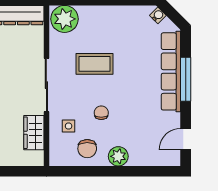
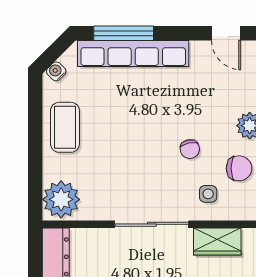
coffee table: (95, 64) -> (65, 127), moved
window: (186, 79) -> (124, 33), moved
chair: (101, 113) -> (190, 149), turned -102

